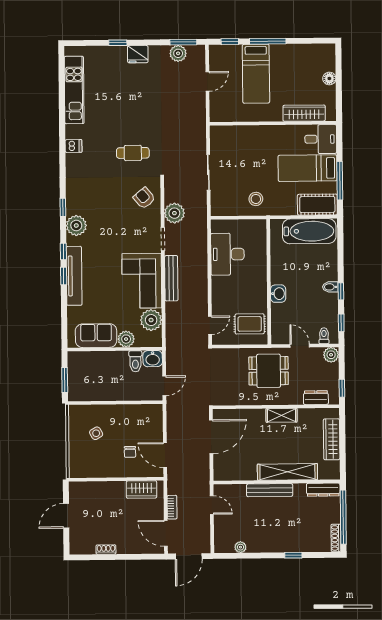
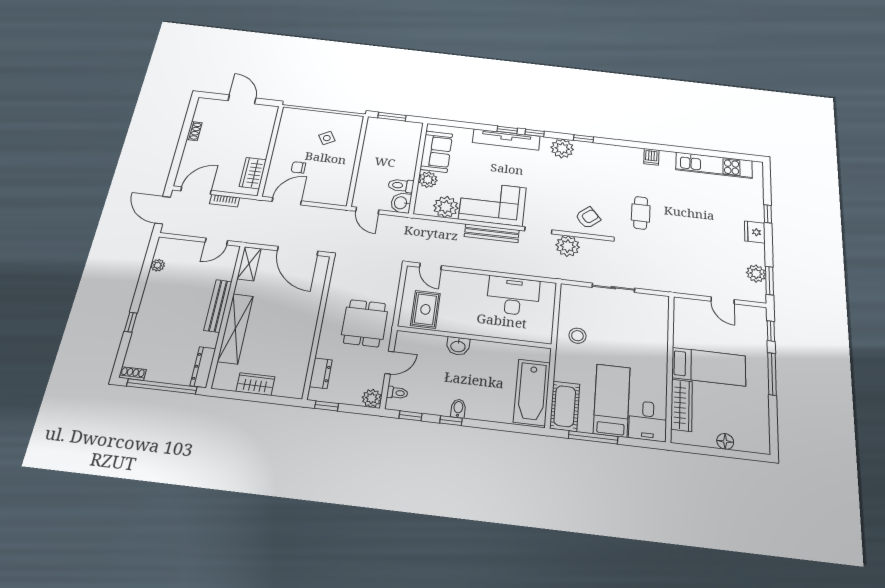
bed: (256, 74) -> (709, 367), moved, turned 180
shelving: (282, 415) -> (249, 264), moved
wardrobe: (332, 439) -> (255, 384), width x0.67
shoe rack: (336, 538) -> (133, 374), width x0.70

